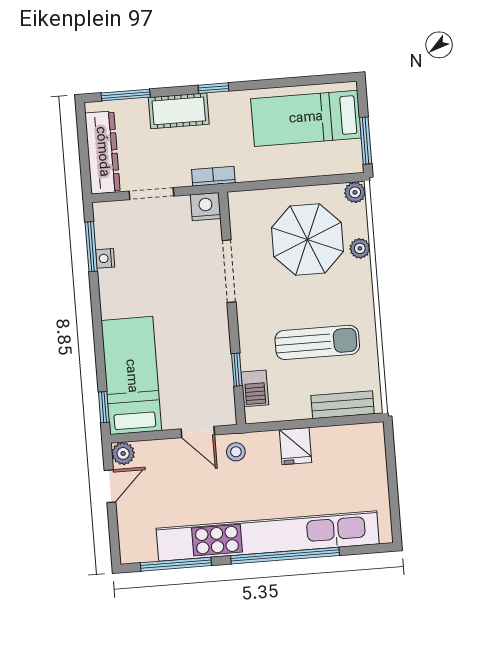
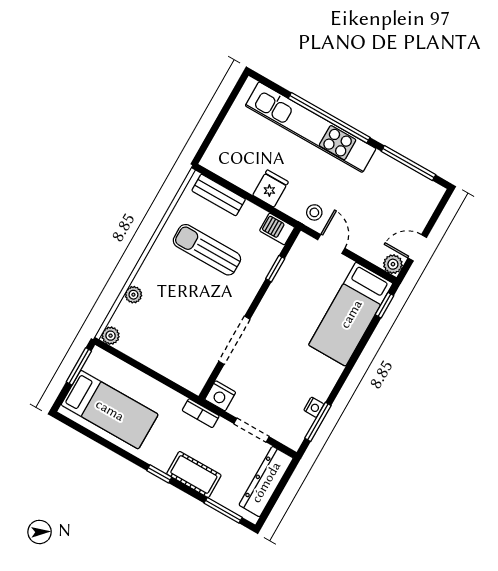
parasol: (307, 240) -> (165, 325), removed
barbecue: (255, 388) -> (277, 229), moved, turned -90
kitchen unit: (268, 536) -> (311, 127), width x0.73

